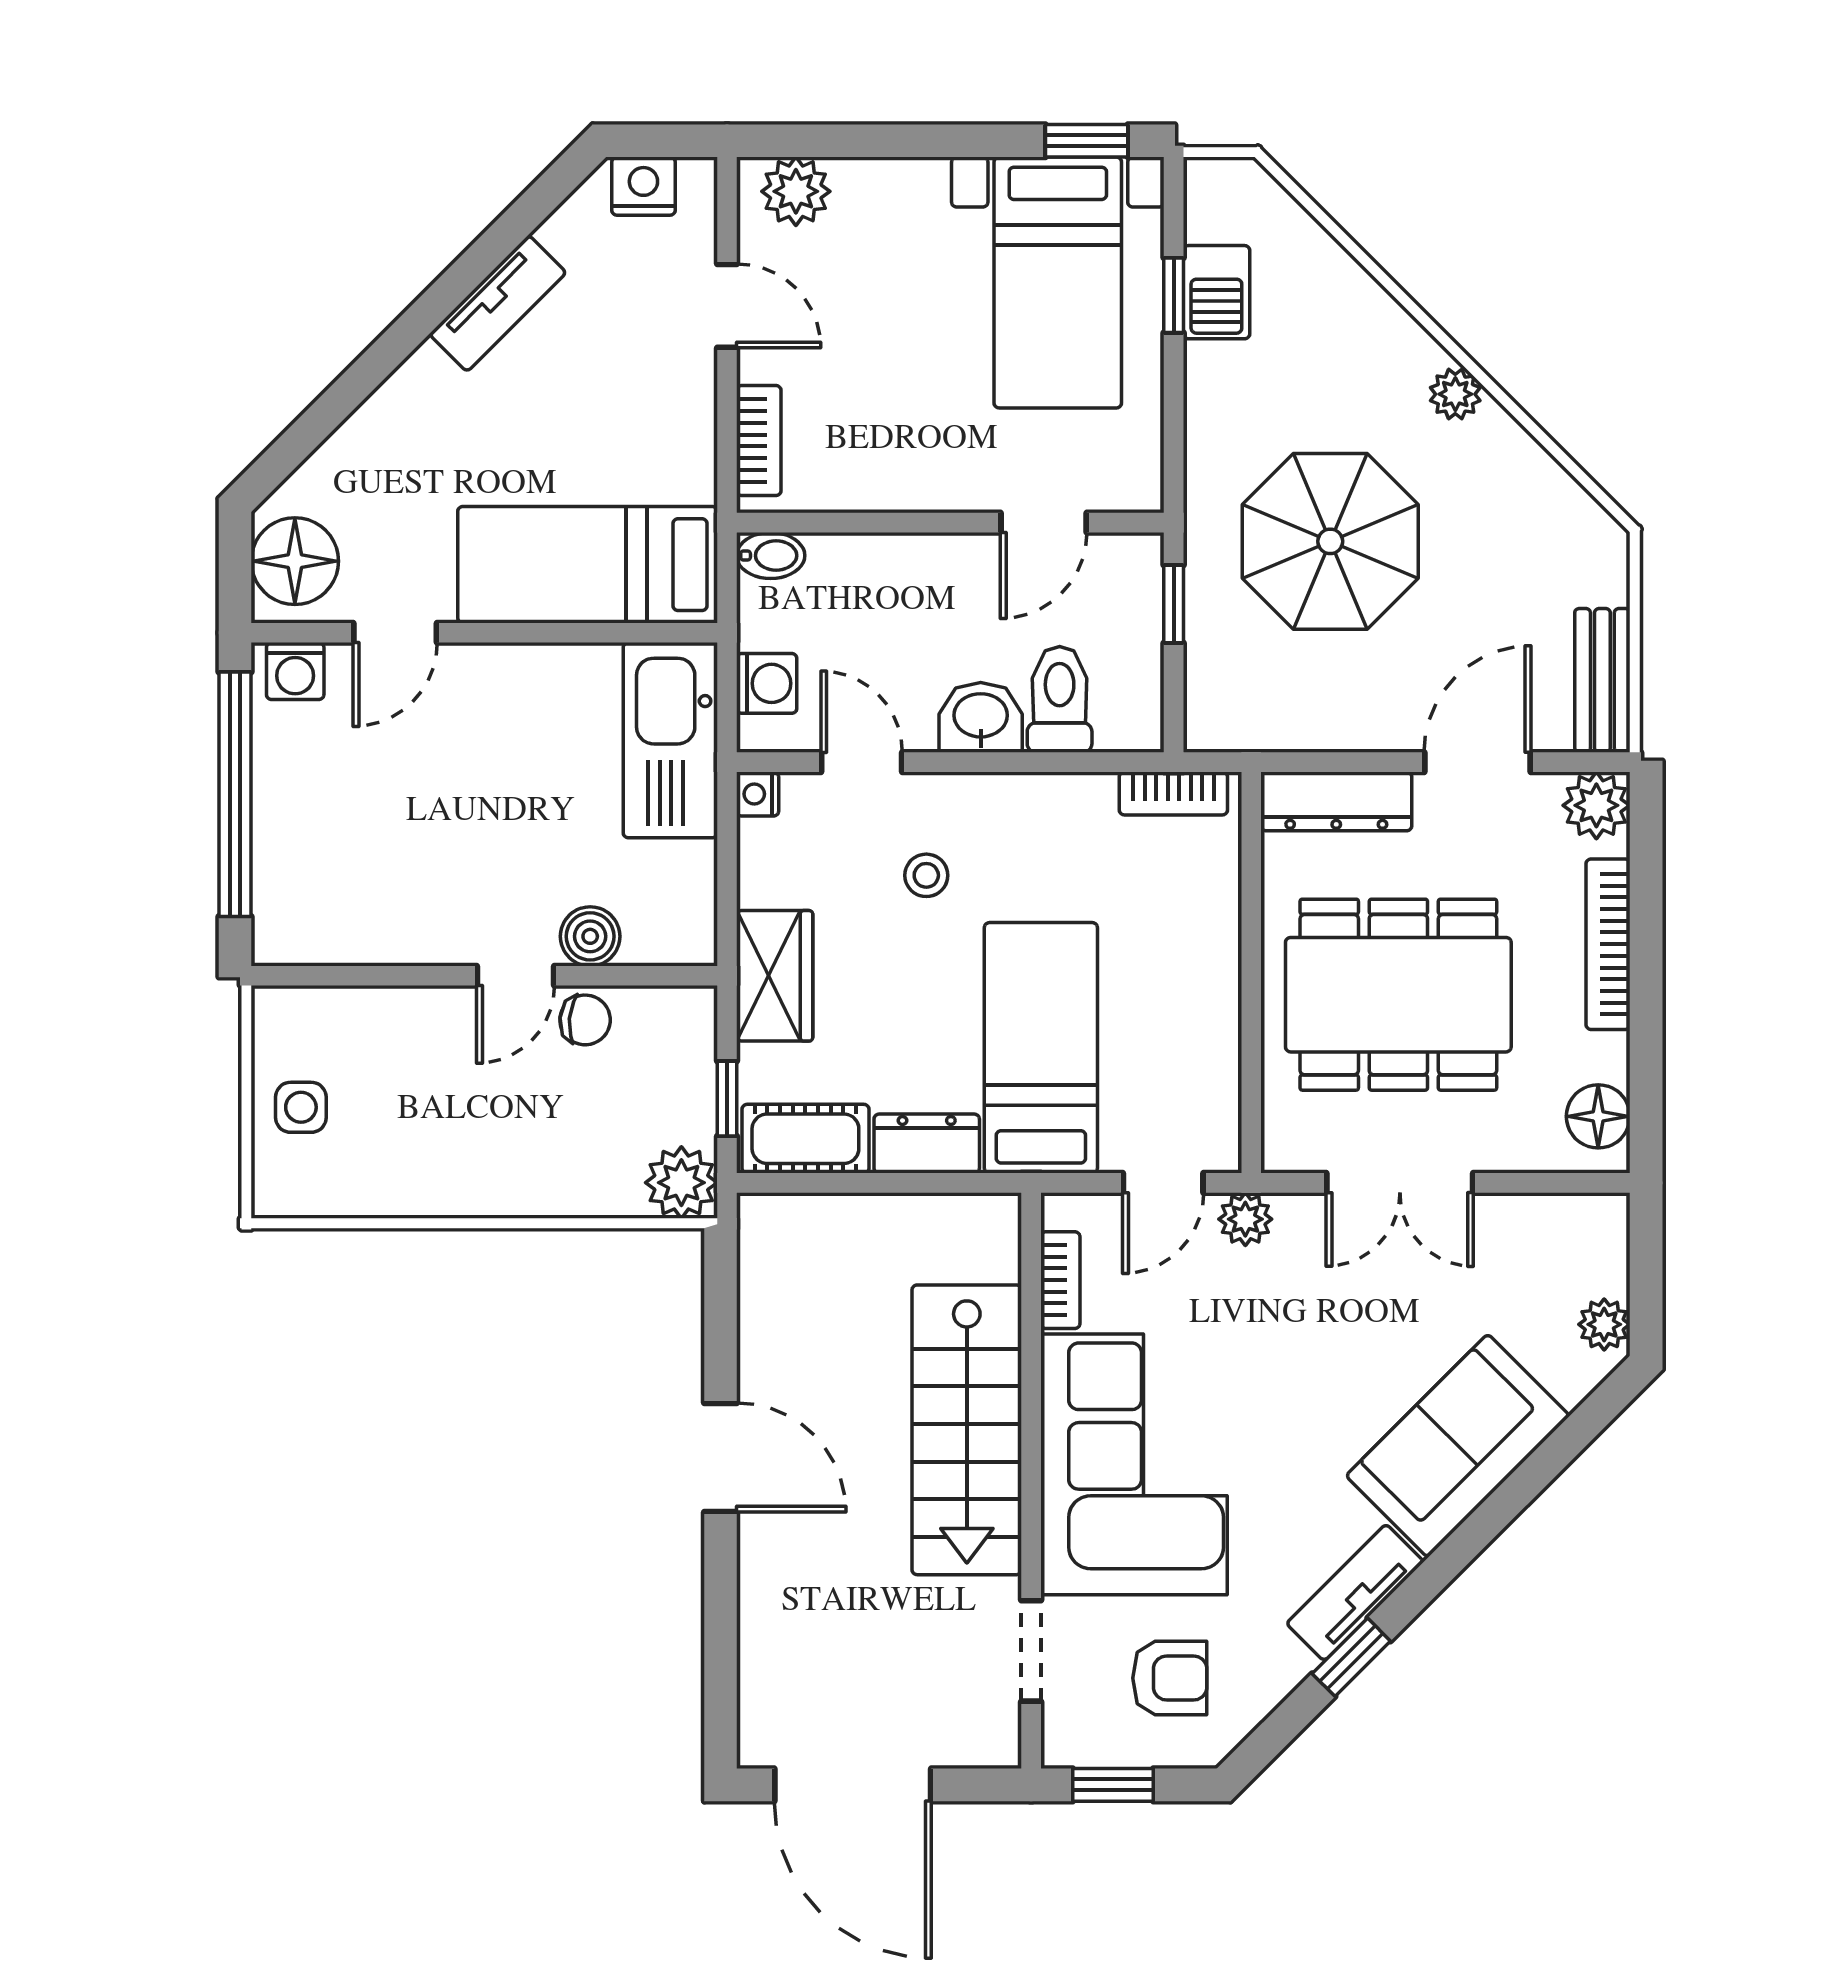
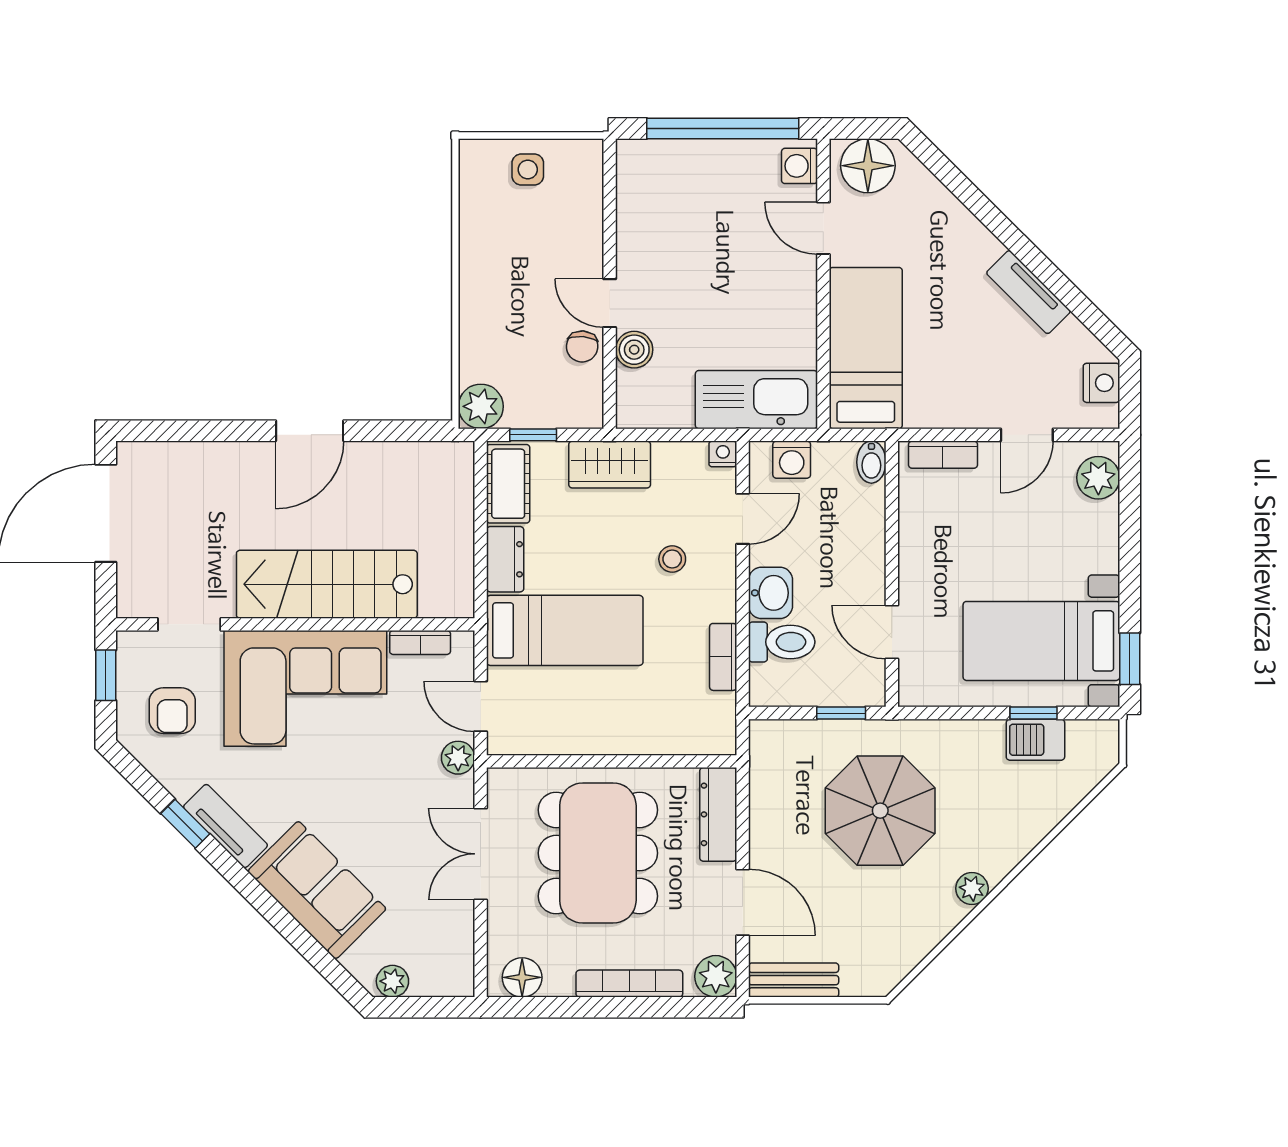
bookcase: (1173, 793) -> (723, 657), moved

